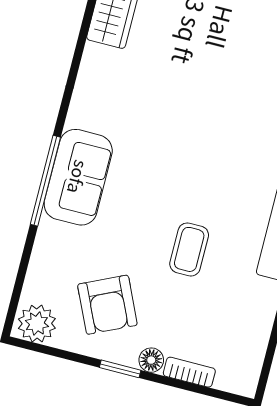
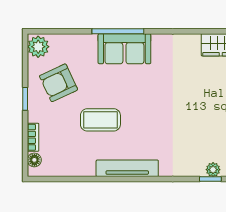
coffee table: (189, 249) -> (100, 120), width x1.36, depth x1.30
floor lamp: (151, 360) -> (34, 160), moved

